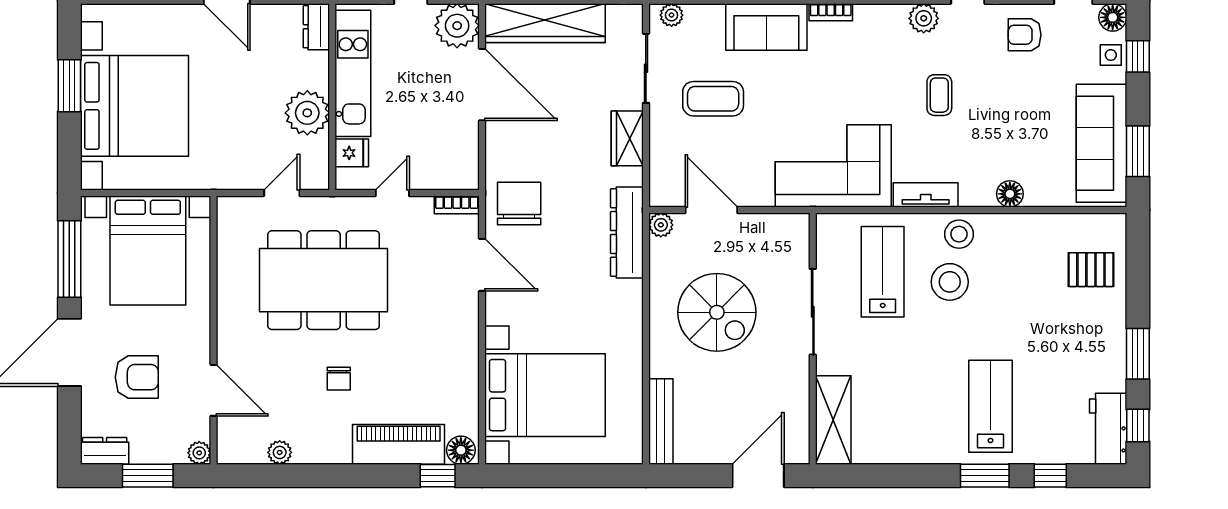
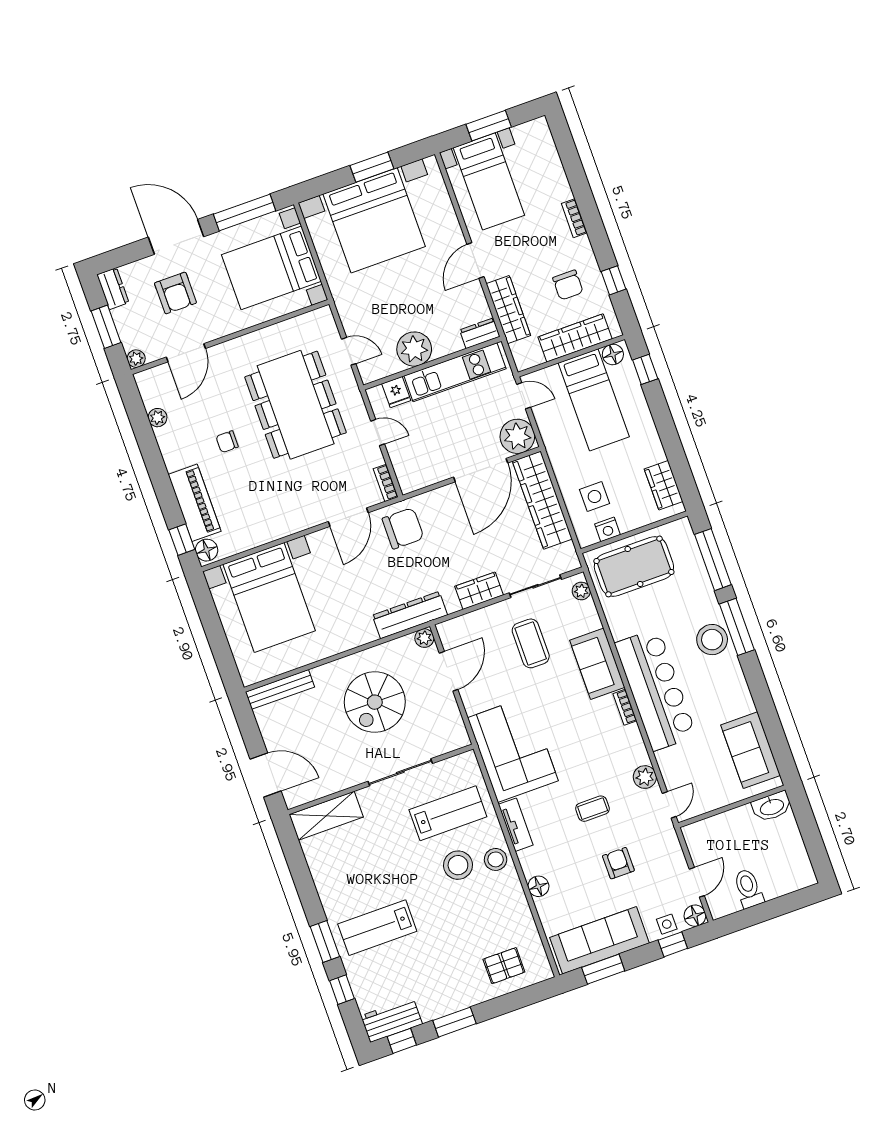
armchair: (1025, 35) -> (618, 863), moved
pallet: (1091, 270) -> (504, 966), turned 90
lab bench: (990, 406) -> (377, 928), turned 180

